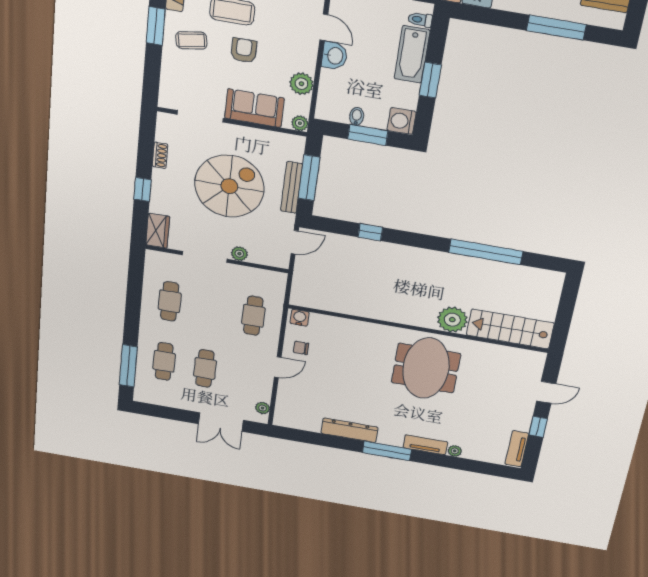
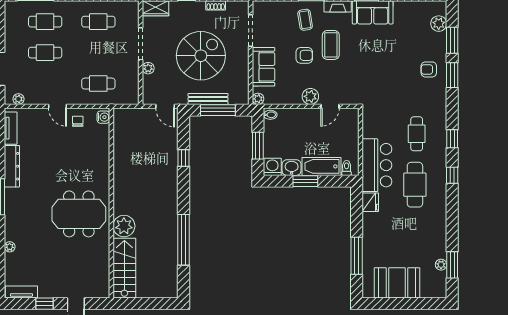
washbasin: (335, 56) -> (292, 168), moved, turned 180
plant: (301, 84) -> (310, 96), moved
bidet: (357, 116) -> (270, 115), moved
spiral stairs: (229, 186) -> (201, 56), turned -90
tv unit: (425, 445) -> (11, 128), moved

